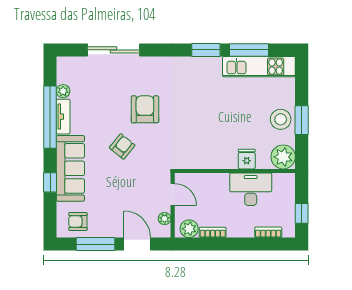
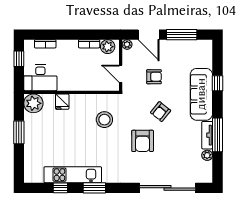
sliding door: (113, 50) -> (167, 188), width x1.36
window: (249, 50) -> (60, 188), width x0.46
kitchen unit: (259, 67) -> (73, 175), moved
window: (50, 117) -> (217, 135), width x0.68
stool: (281, 119) -> (104, 120), moved
desk: (251, 189) -> (40, 78), moved
plant: (165, 219) -> (127, 44), moved
armchair: (78, 221) -> (154, 77), moved

